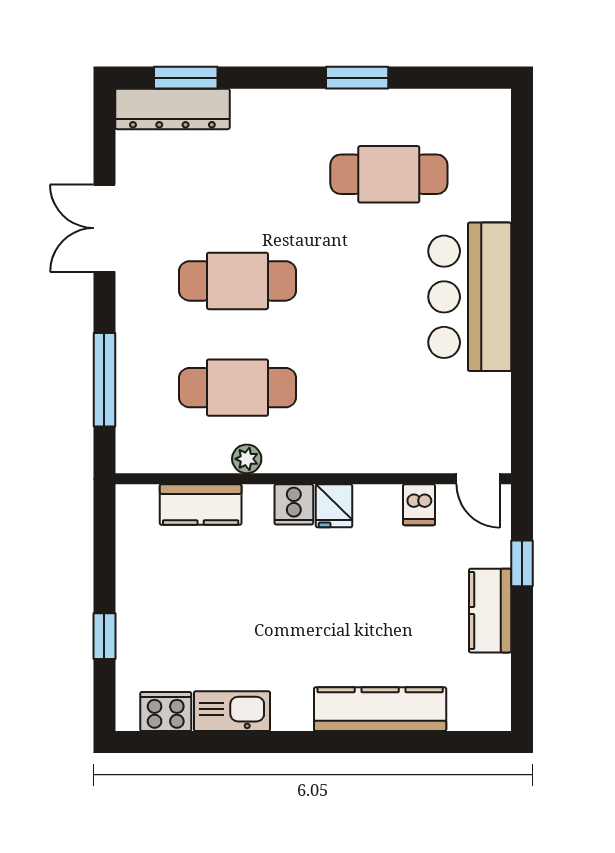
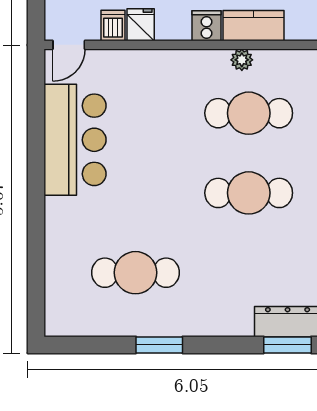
bar counter: (470, 297) -> (75, 140), moved
door: (478, 479) -> (69, 45), swing flipped
kitchen counter: (201, 505) -> (254, 26), moved
fridge: (334, 506) -> (141, 25), moved

